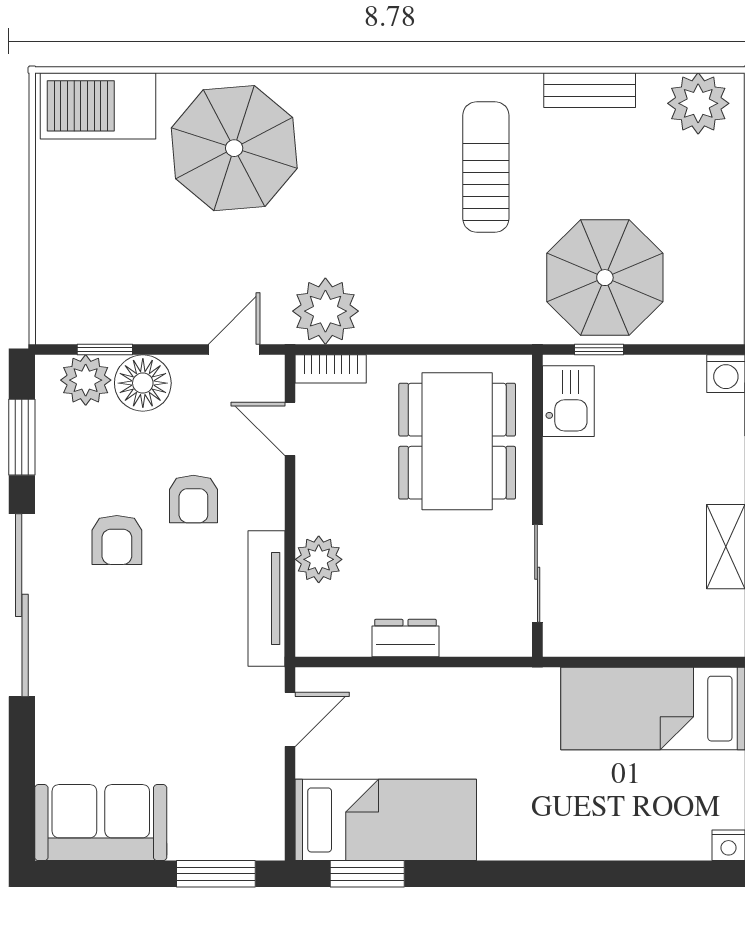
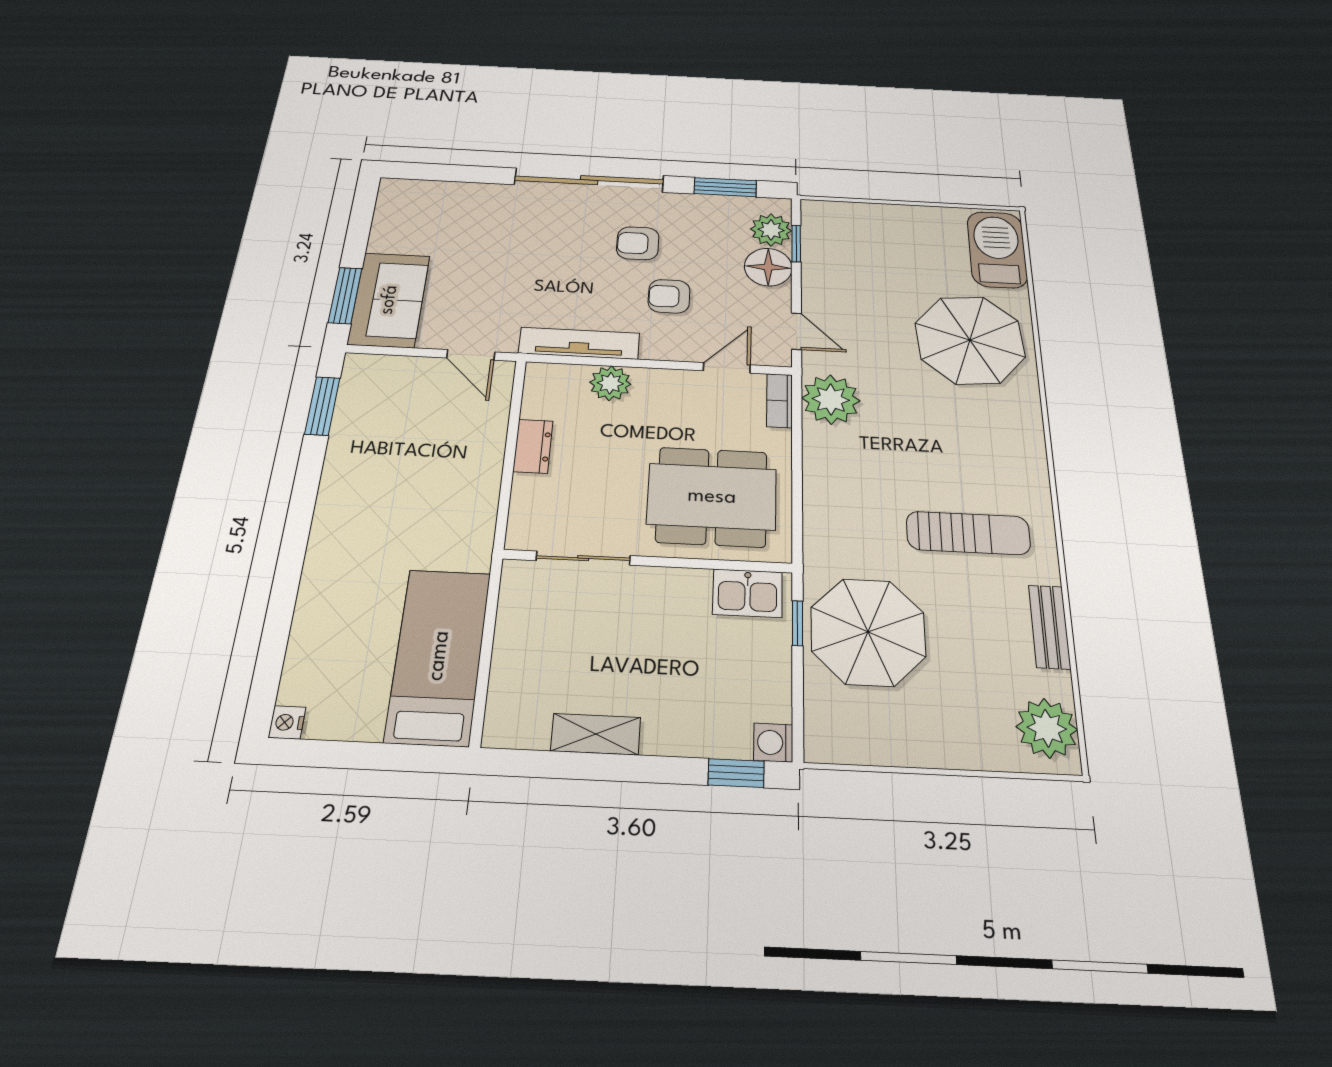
bed: (386, 820) -> (369, 423), removed
sofa: (101, 823) -> (389, 300), moved

